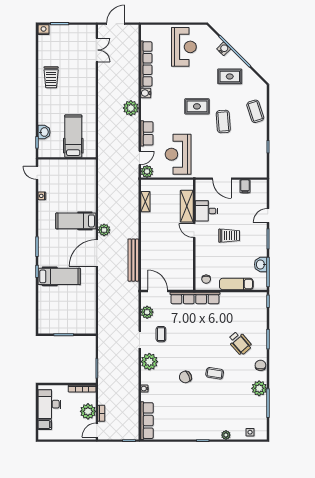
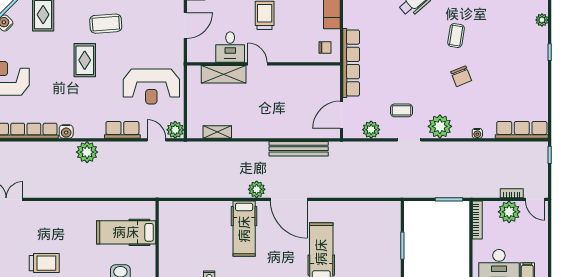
door: (194, 231) -> (257, 64), swing flipped

